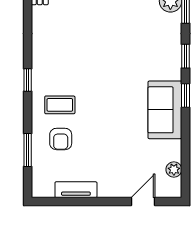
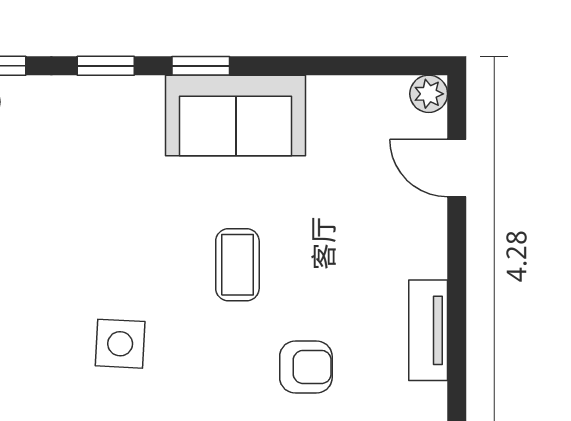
side table: (70, 62) -> (120, 344), added
coffee table: (60, 105) -> (237, 265), moved
plant: (174, 170) -> (429, 94), moved

